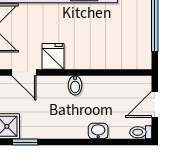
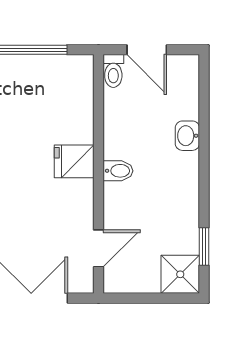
fridge: (53, 56) -> (74, 161), moved
toilet: (141, 132) -> (113, 71), moved

